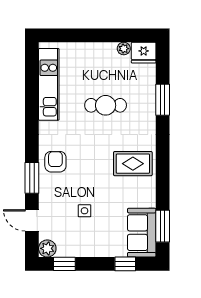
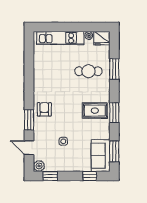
kitchen unit: (49, 84) -> (60, 38), moved, turned 90
cafe table: (106, 105) -> (88, 71), moved
window: (163, 167) -> (114, 113), added

